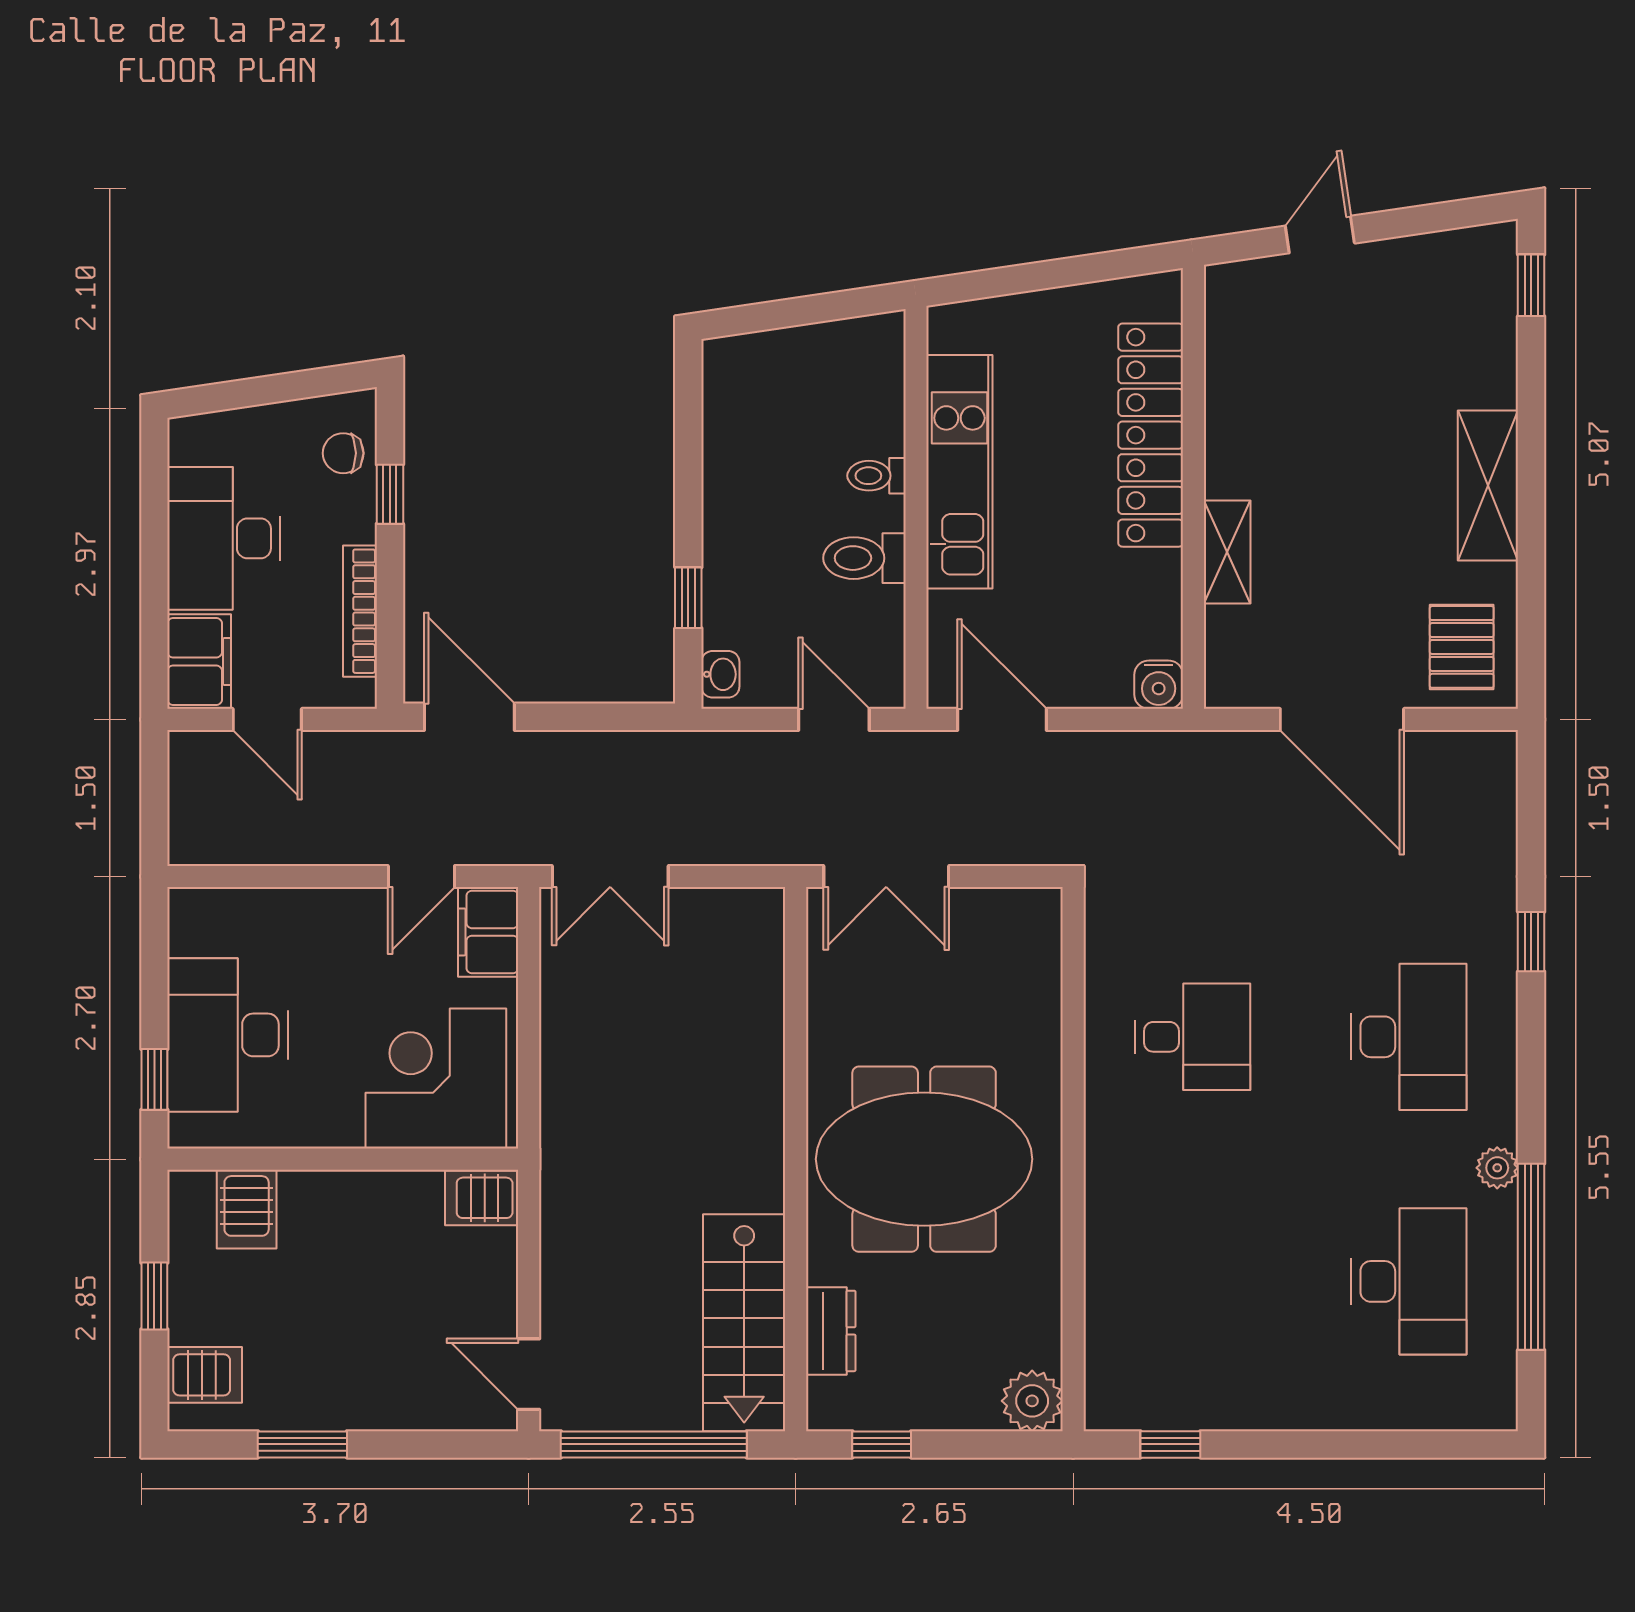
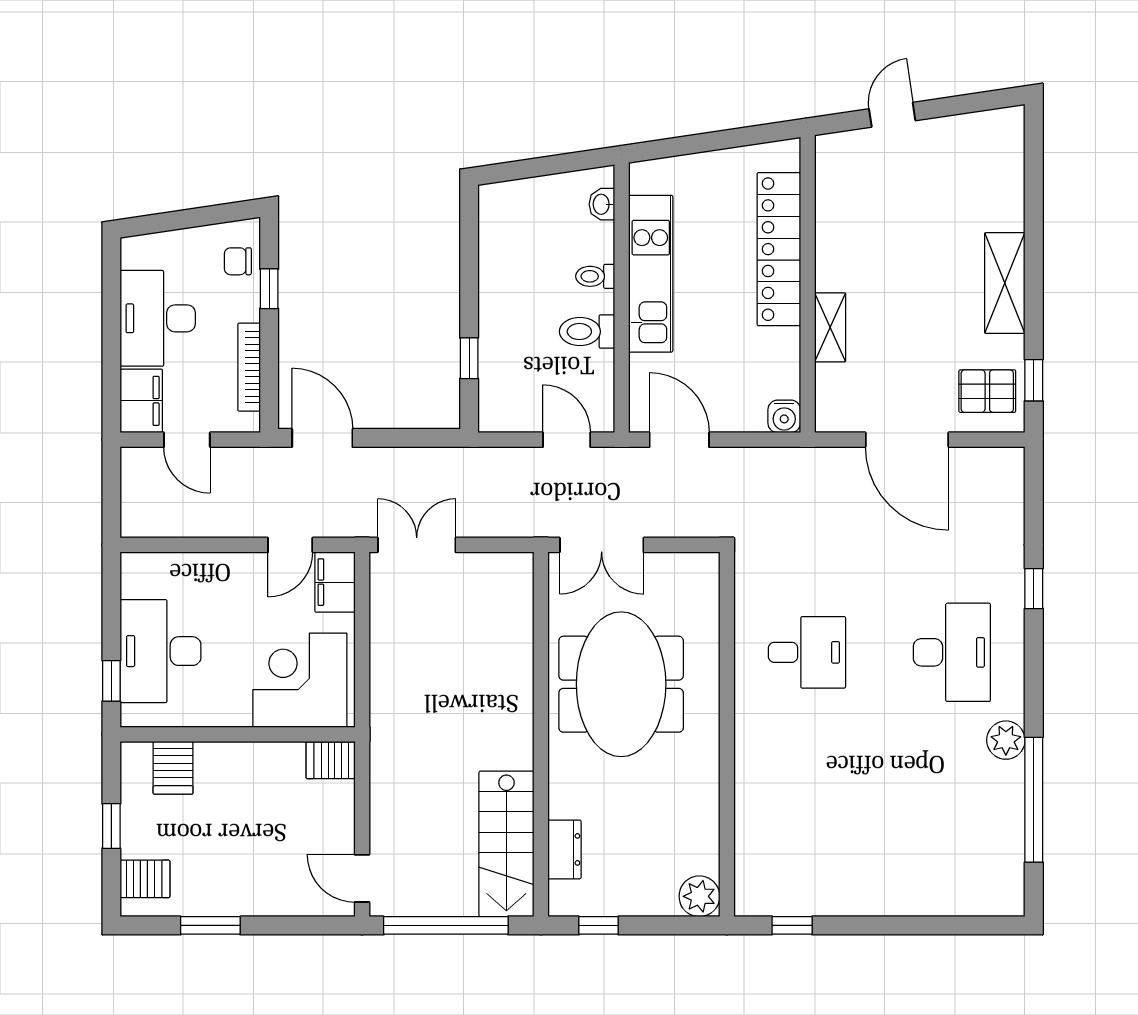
window: (1531, 285) -> (1034, 380), moved
pallet: (1462, 647) -> (987, 391), turned 90
washbasin: (720, 674) -> (602, 204), moved, turned 180
double door: (610, 876) -> (417, 545), swing flipped
meeting table: (924, 1159) -> (621, 684), moved, turned 90
plant: (1497, 1168) -> (1006, 740), width x1.38, depth x1.38
desk: (1409, 1281) -> (952, 816), removed

